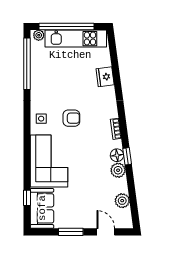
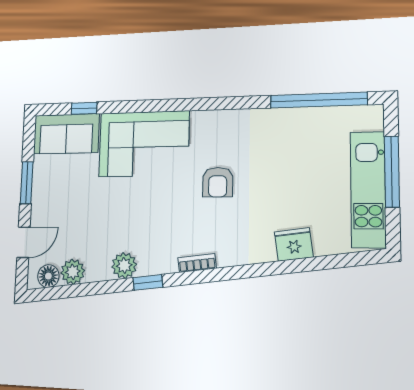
window: (67, 26) -> (392, 172), width x0.68
plant: (39, 35) -> (374, 120), removed
side table: (41, 119) -> (218, 129), removed
floor lamp: (117, 155) -> (48, 276), moved

